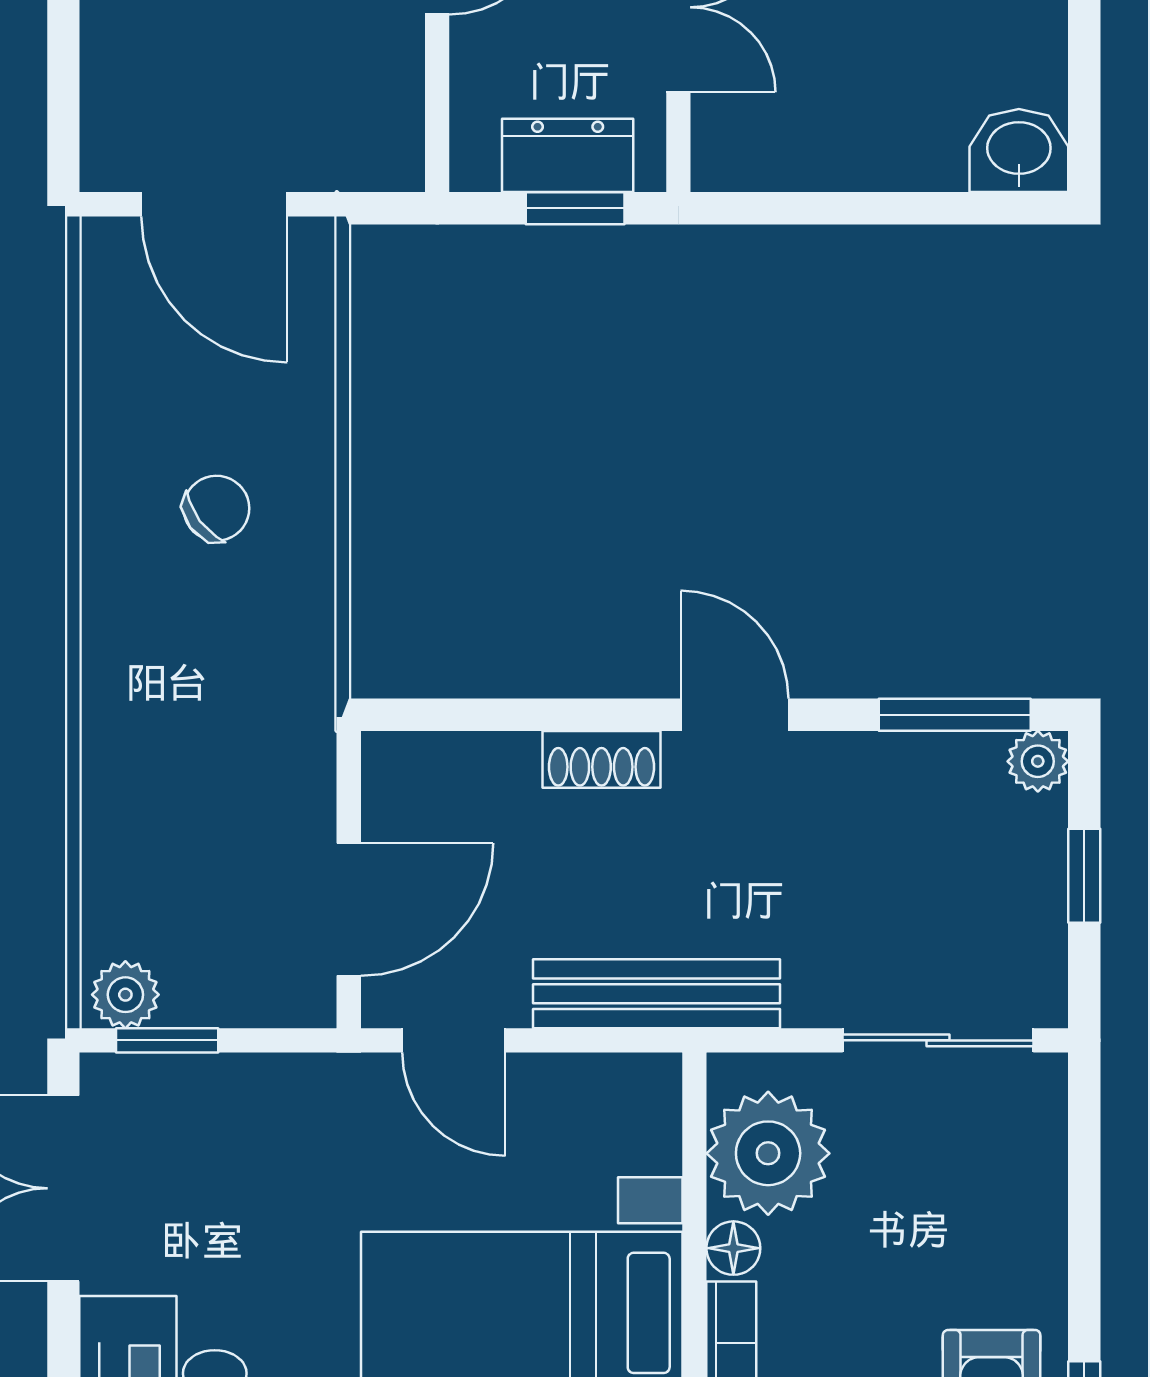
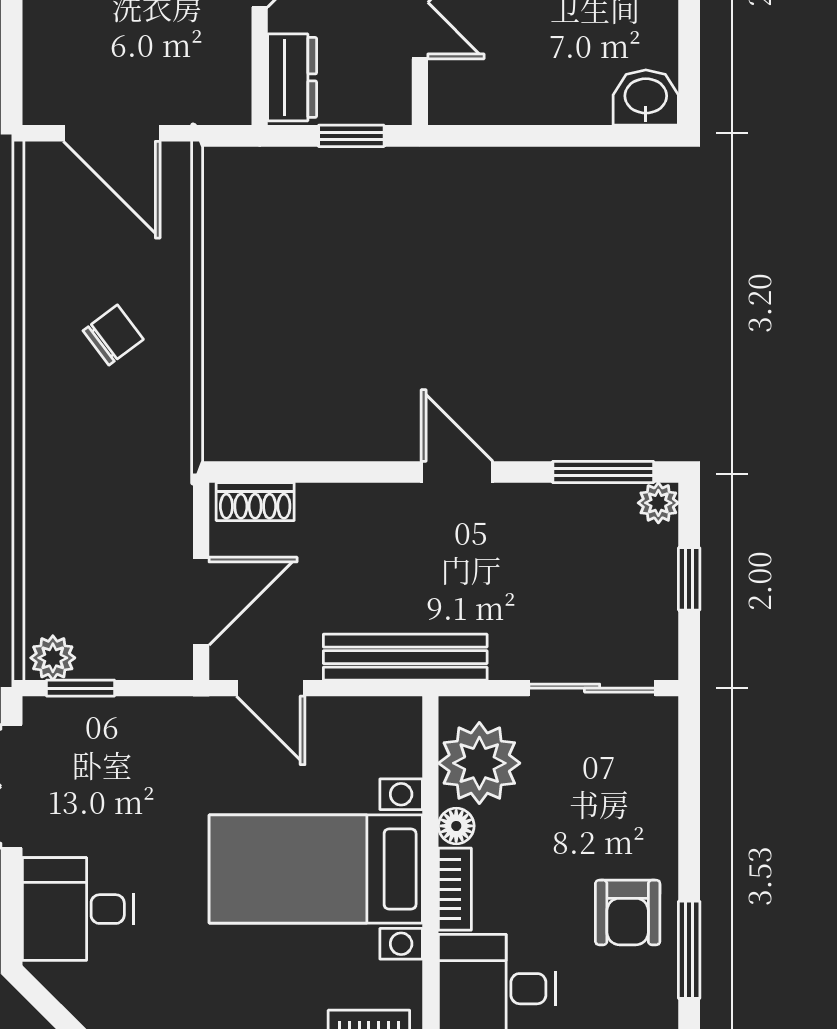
dresser: (568, 155) -> (292, 77), moved, turned 90
shoe rack: (602, 759) -> (255, 502), moved

